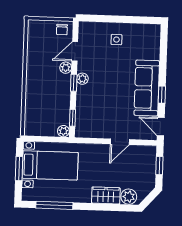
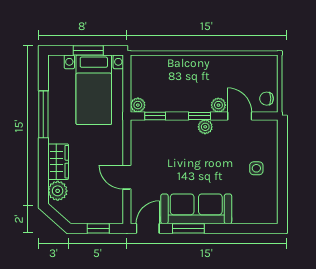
window: (162, 95) -> (188, 228), width x1.50
window: (54, 205) -> (43, 114), moved

